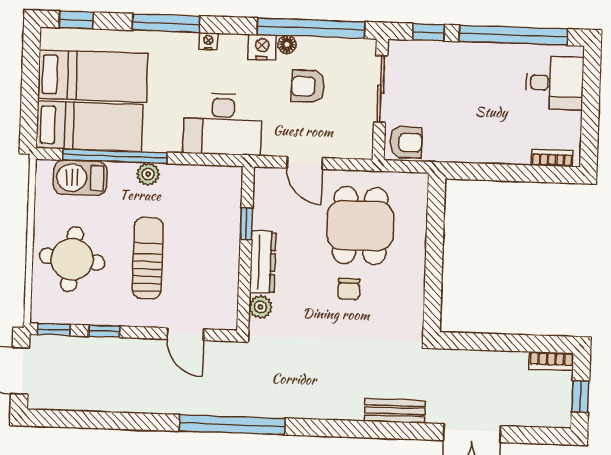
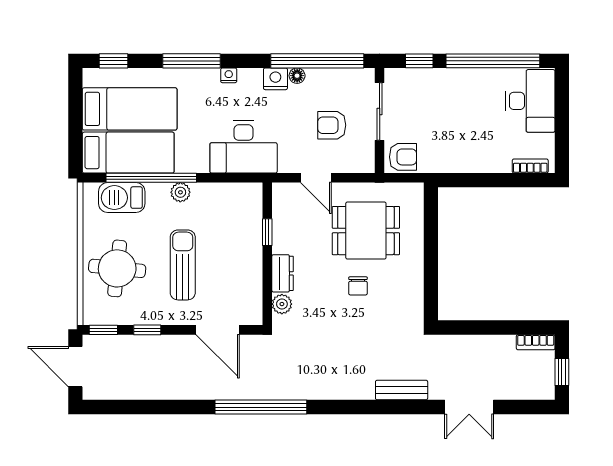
desk: (555, 83) -> (530, 101), width x1.37
armchair: (308, 86) -> (332, 125), moved
dining table: (360, 226) -> (366, 231), turned 90
dresser: (263, 262) -> (283, 273), width x0.70
door: (185, 334) -> (218, 330), width x1.38

